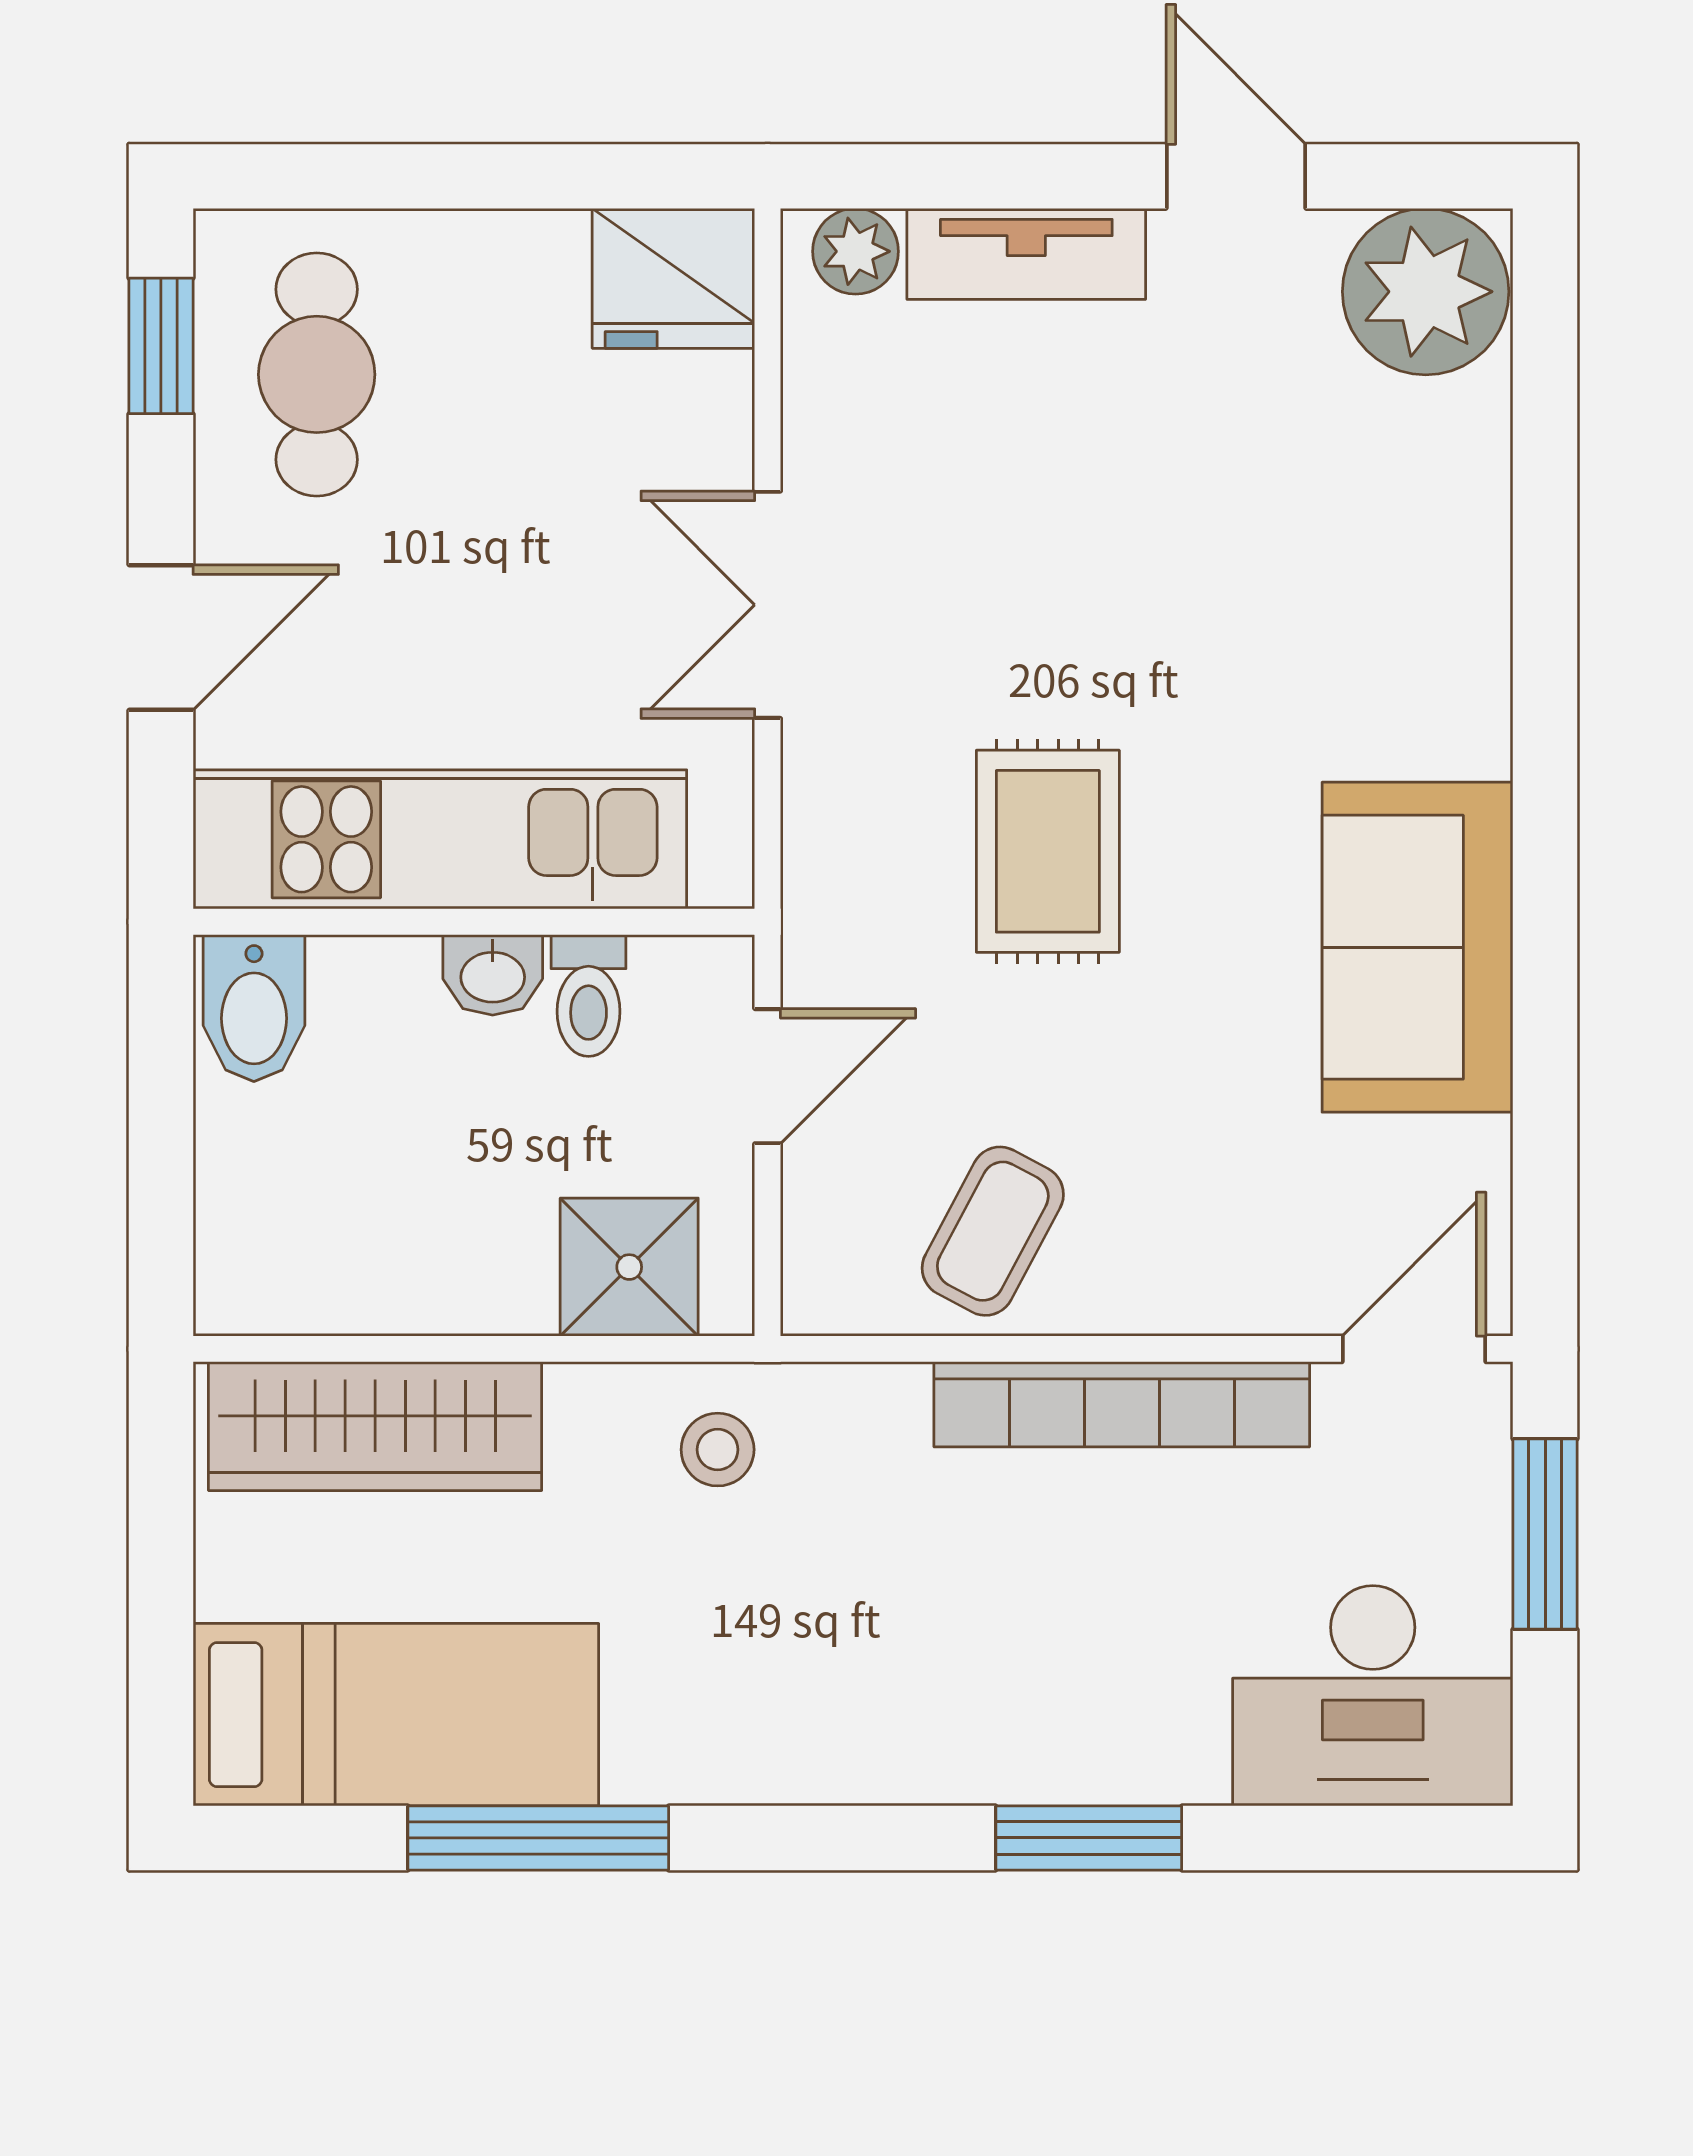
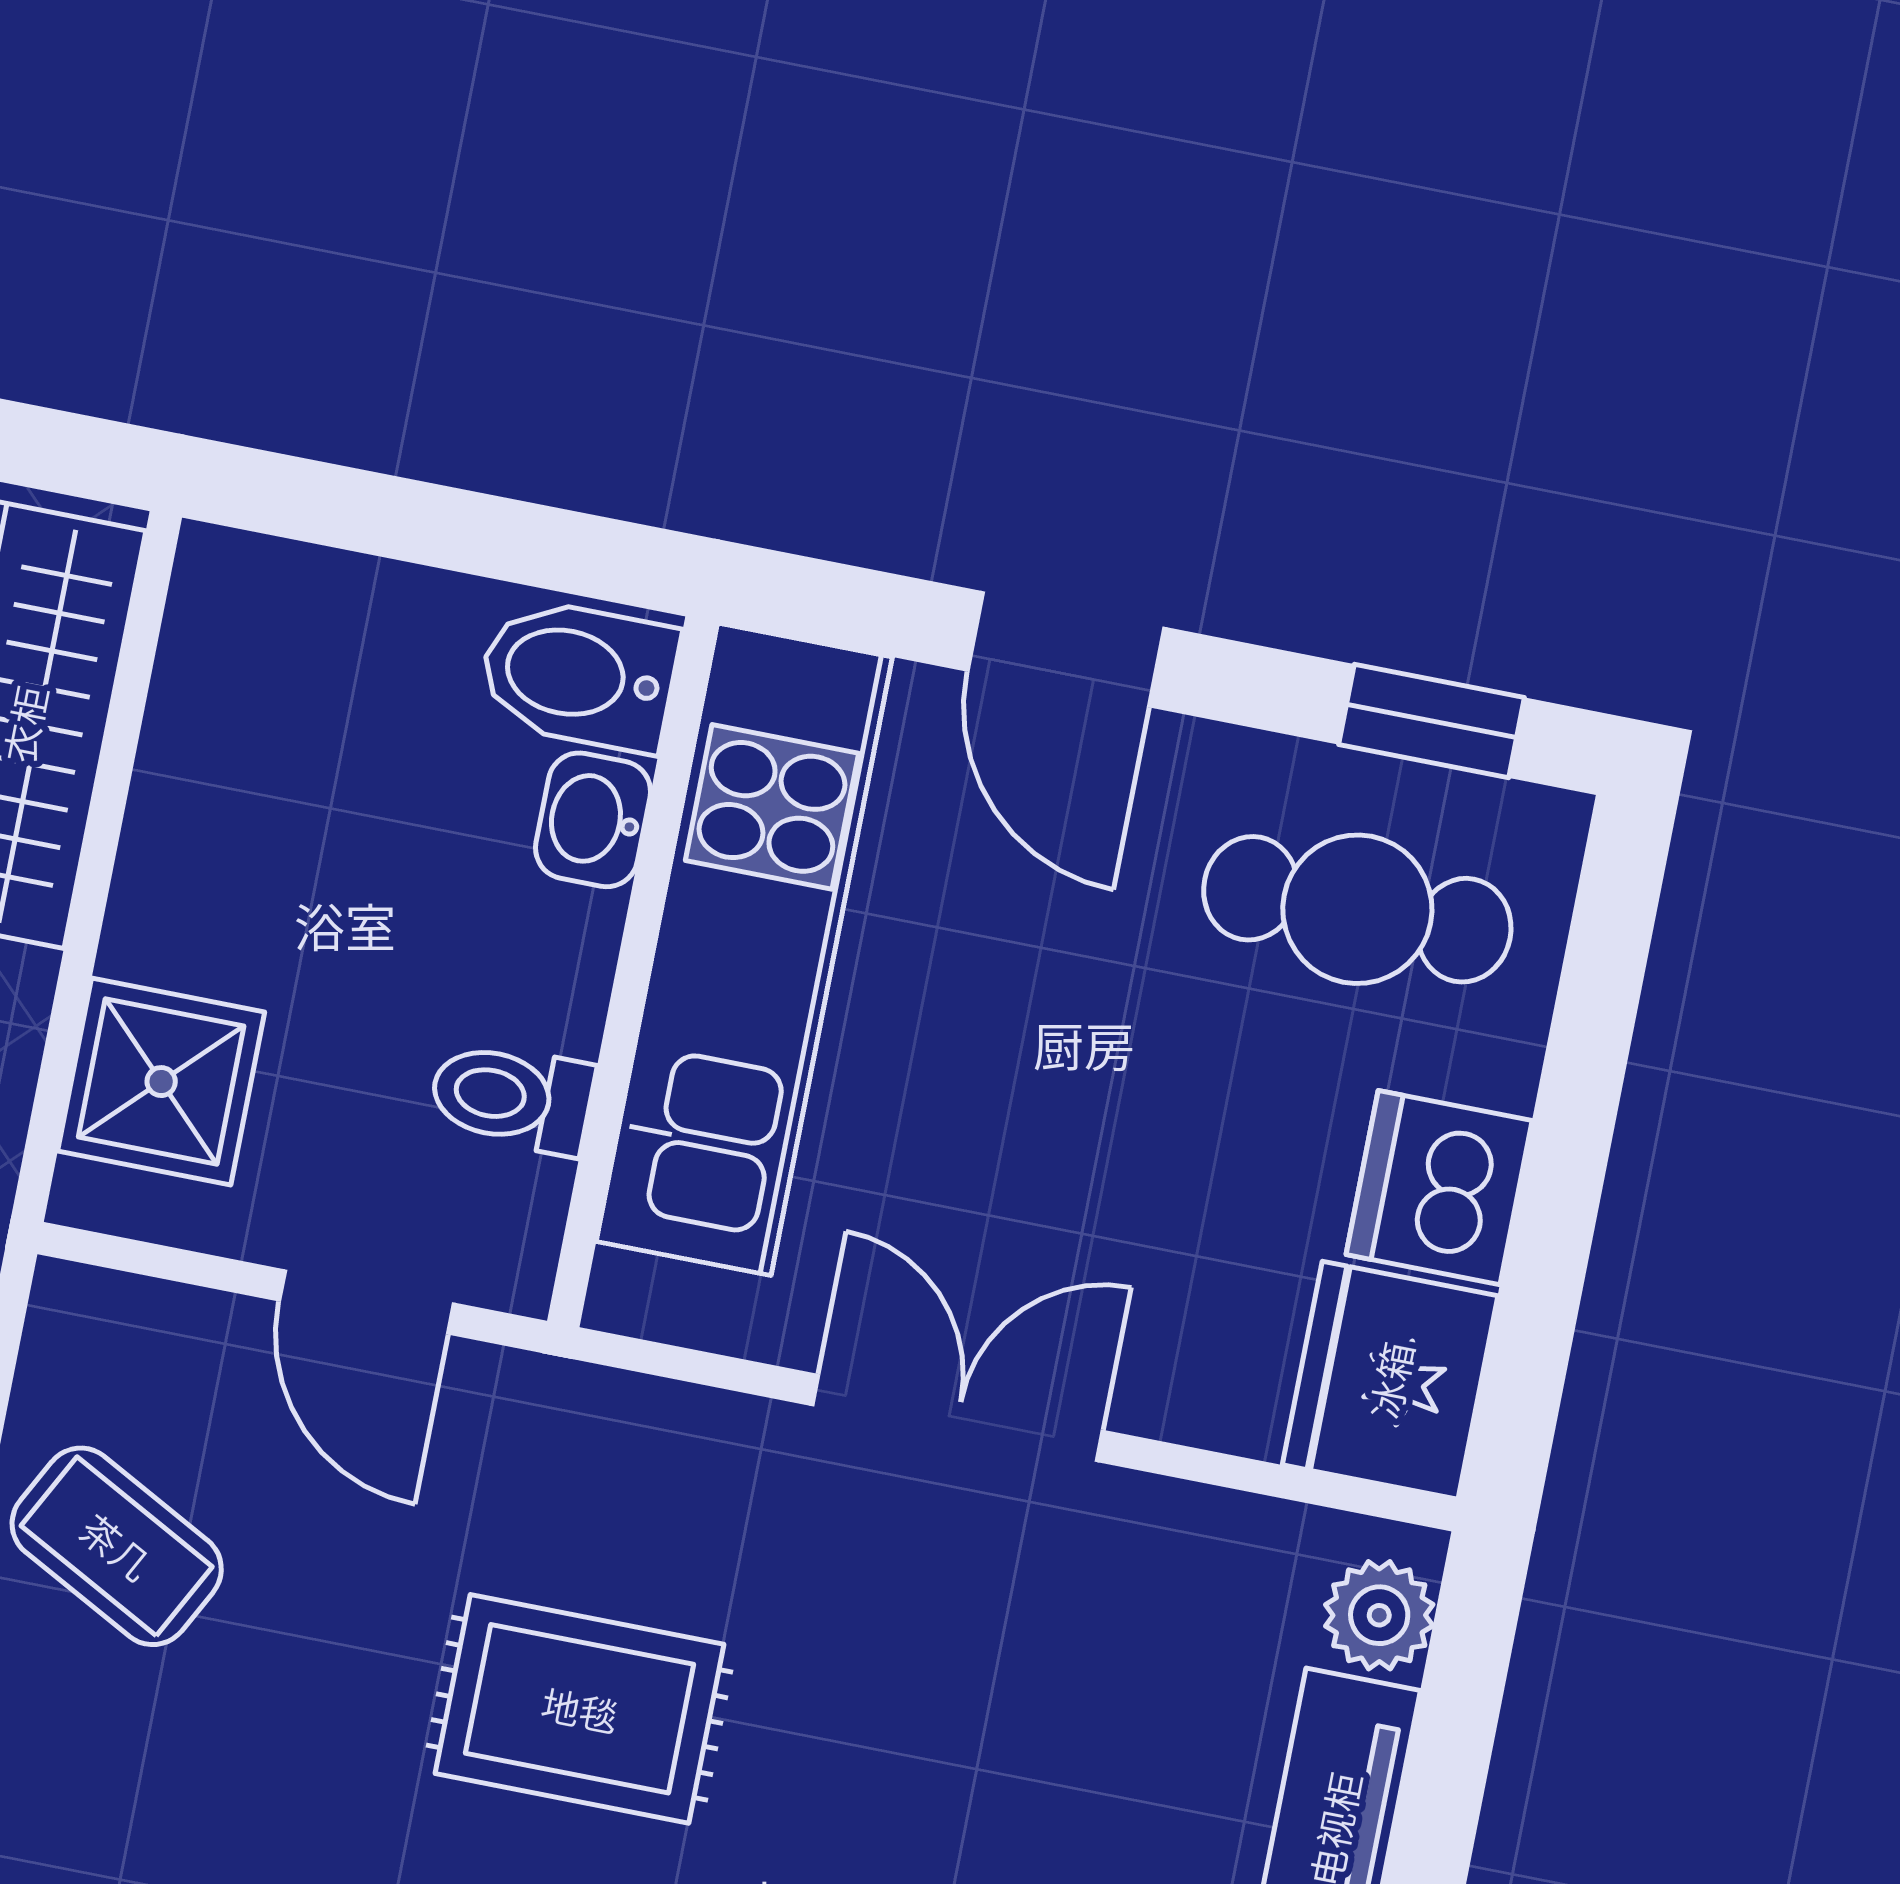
dishwasher: (518, 270) -> (1439, 1188), added
washbasin: (493, 975) -> (593, 820), moved

